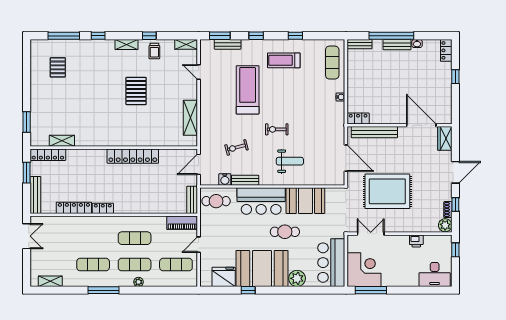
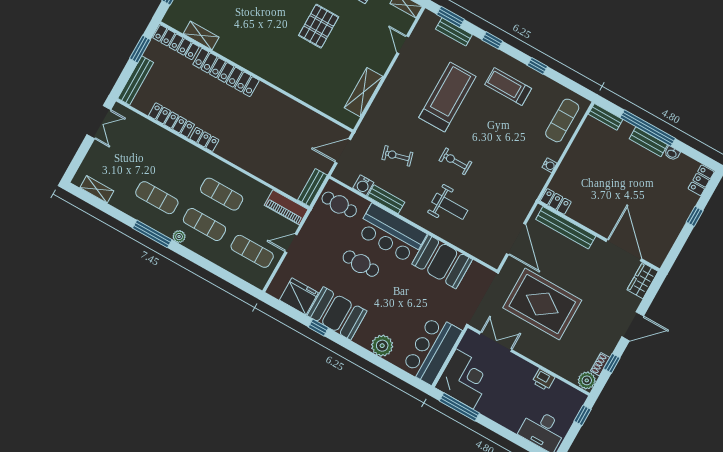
locker: (133, 156) -> (226, 72), moved
cafe table: (285, 232) -> (361, 264), moved
booth: (262, 268) -> (337, 313), width x0.73, depth x0.70
plant: (138, 282) -> (179, 237), moved

